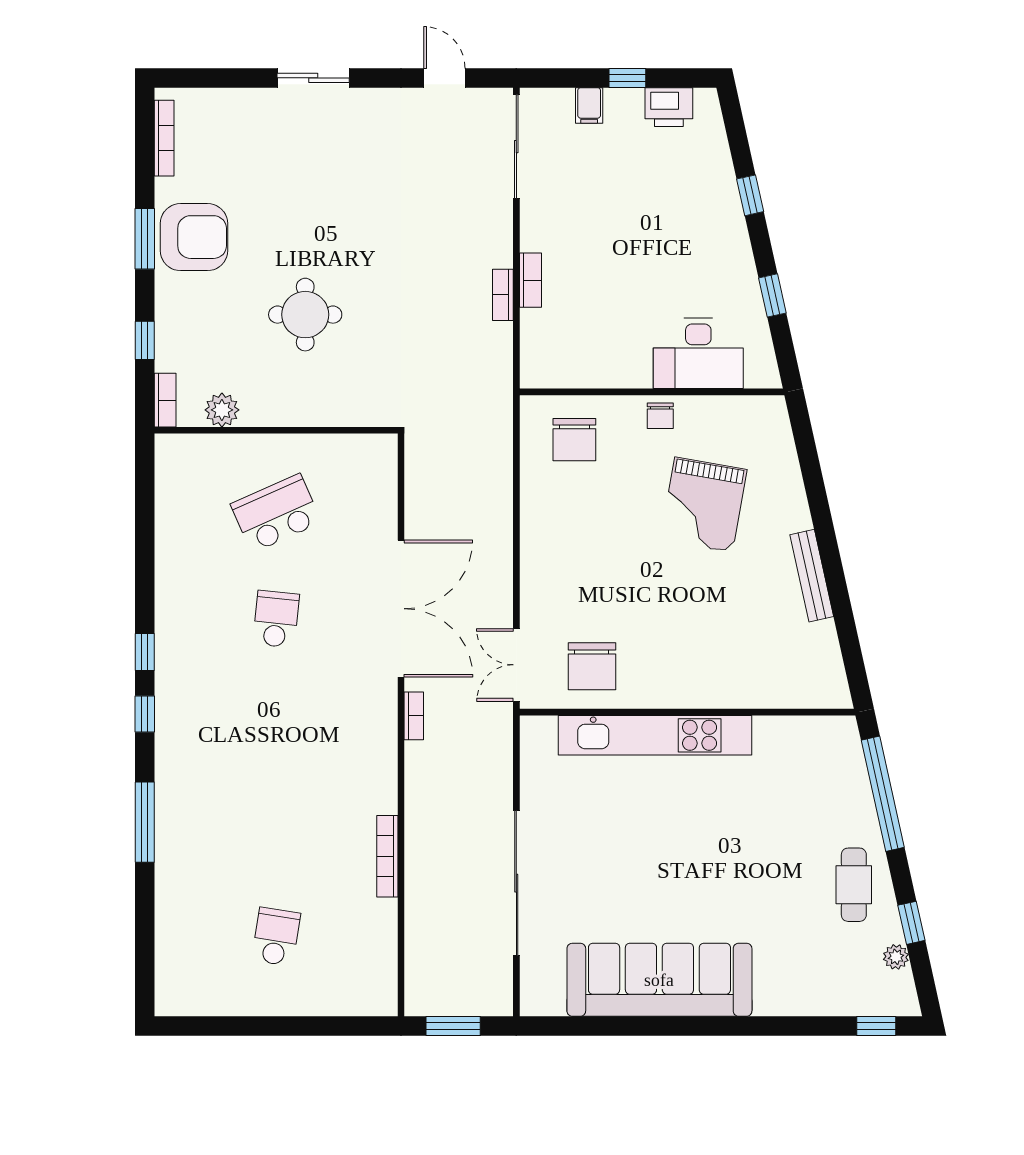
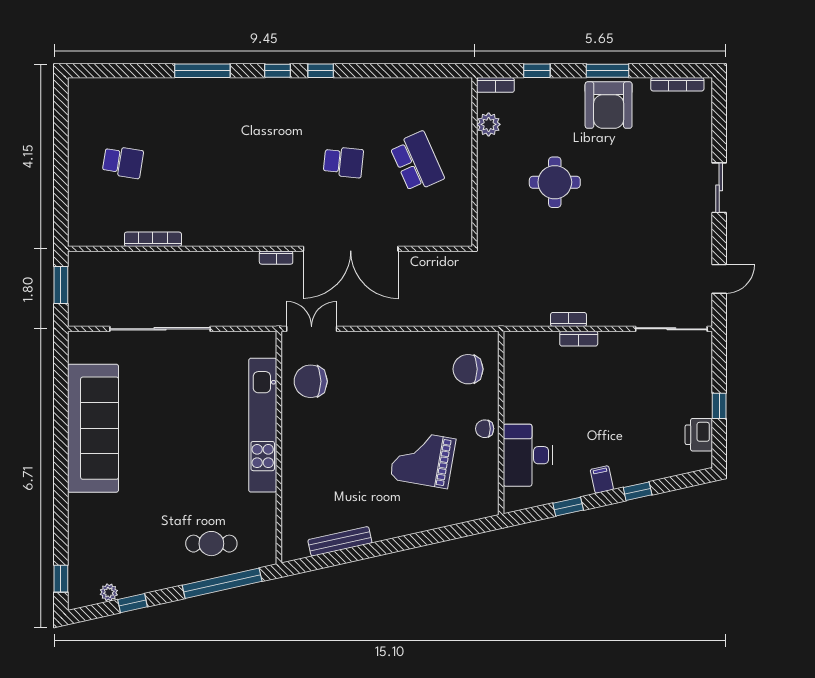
filing cabinet: (589, 105) -> (602, 479), moved, turned 78
bench: (812, 576) -> (340, 541), moved
bookcase: (387, 856) -> (153, 239), moved
cafe table: (854, 885) -> (211, 544), moved

